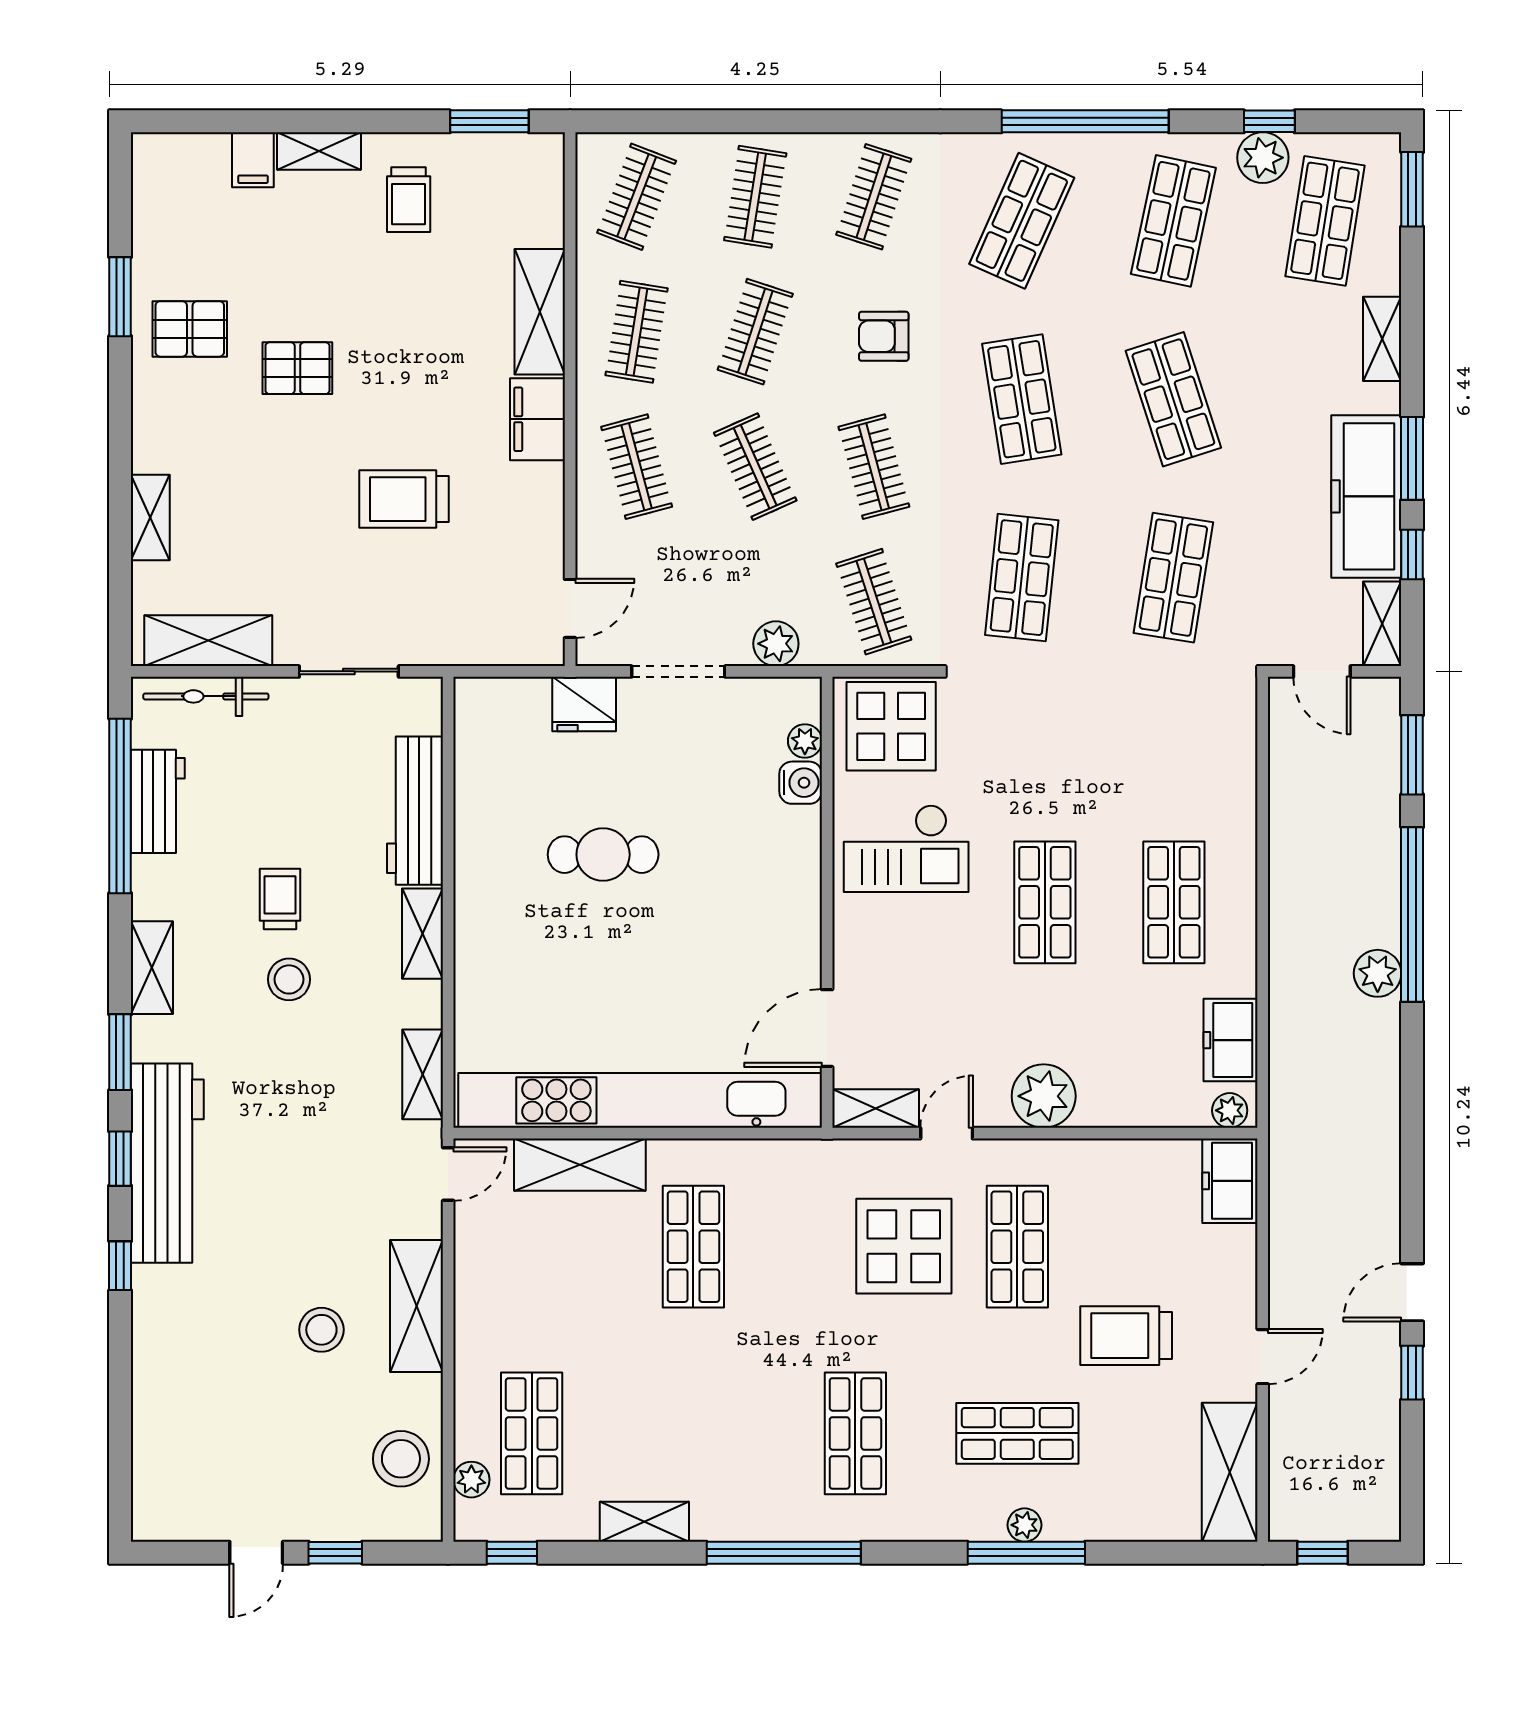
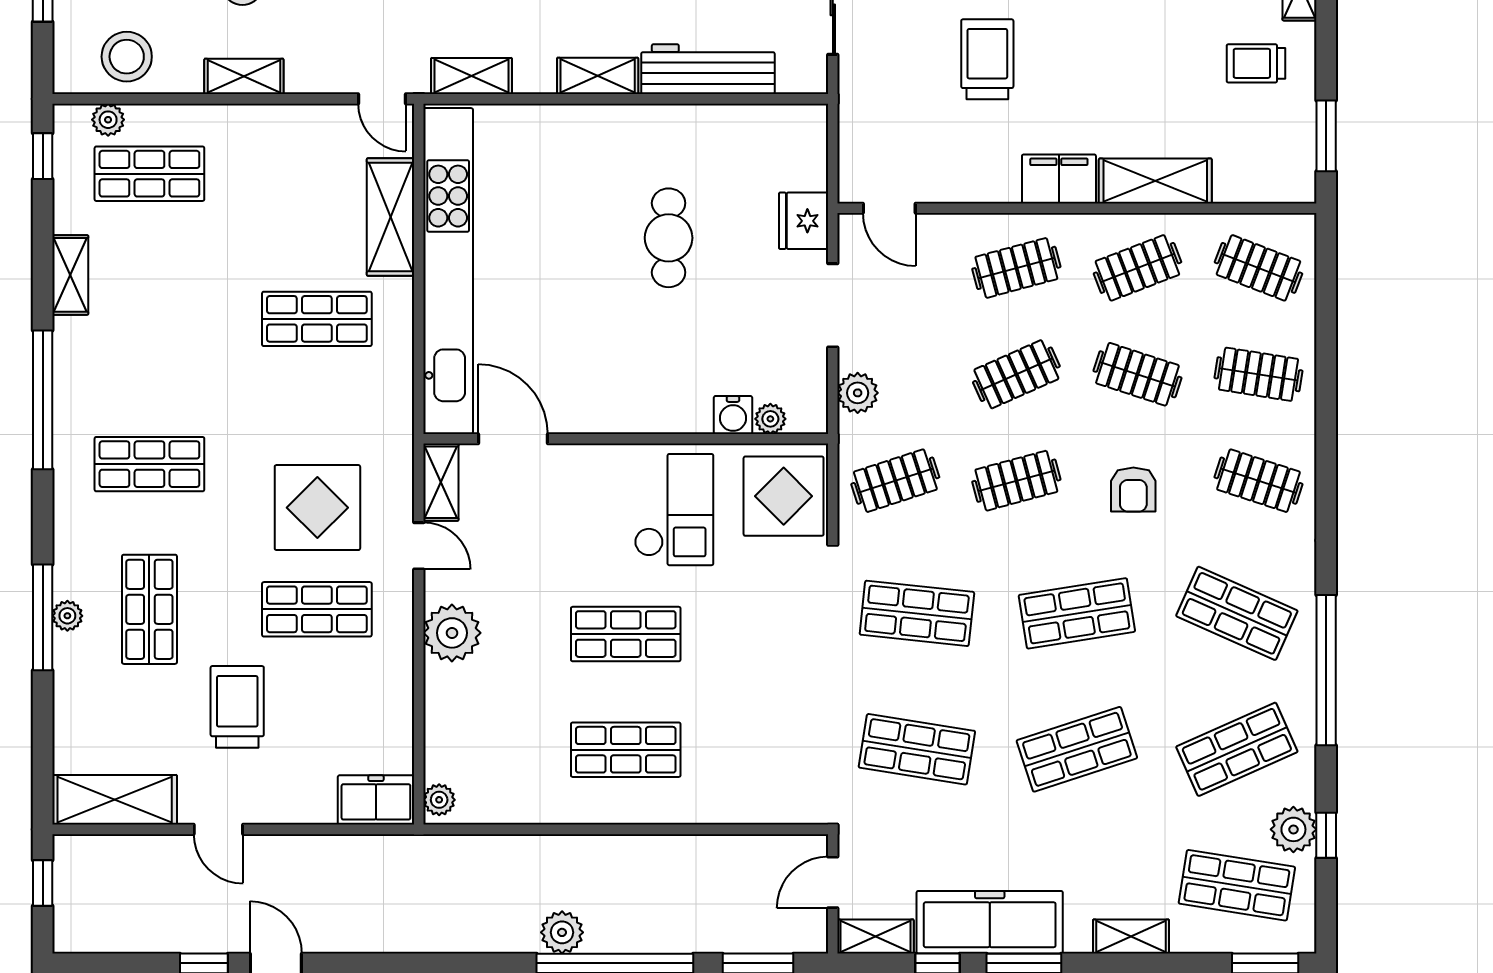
shop shelf: (1173, 221) -> (1237, 749), turned -36
clothes rail: (637, 332) -> (1137, 268), turned -30
armchair: (884, 336) -> (1133, 490), turned 180
checkout: (906, 849) -> (674, 510), turned 180
freezer: (1231, 1040) -> (502, 801), removed
shelving: (416, 1306) -> (244, 76), width x0.67, depth x0.75

